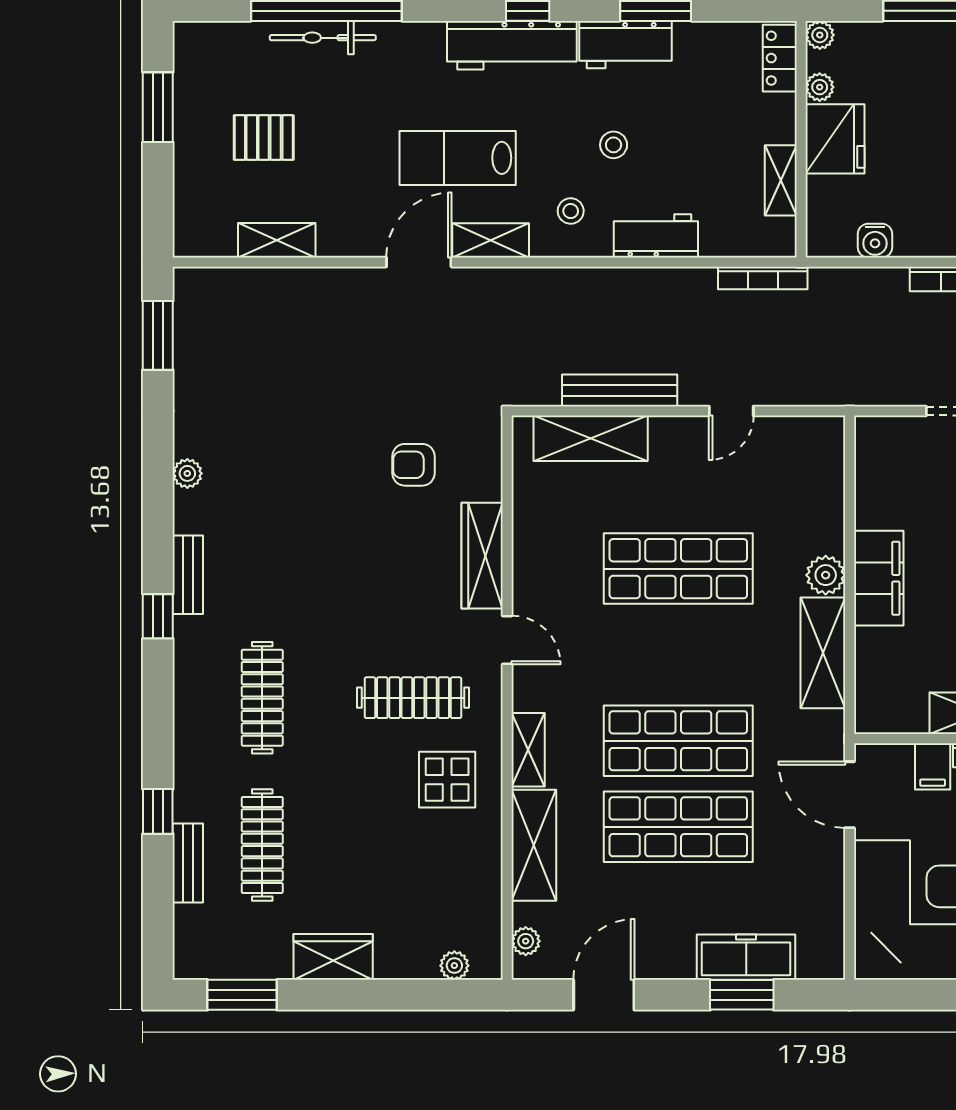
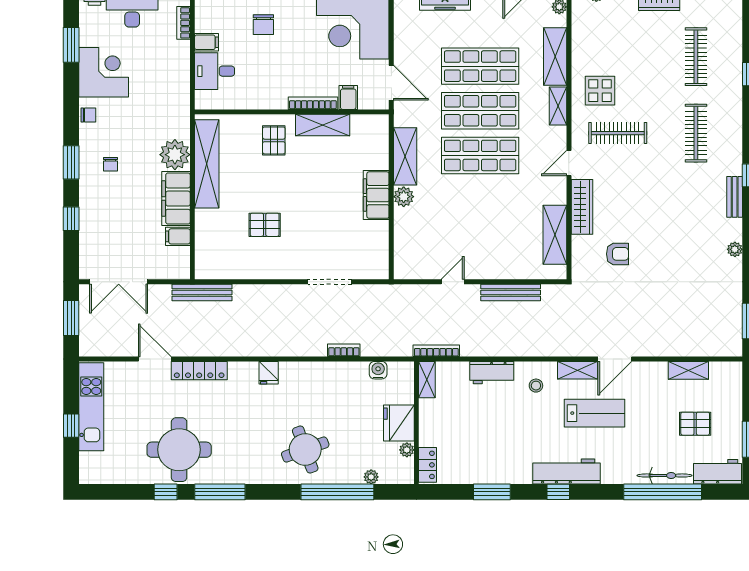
plant: (820, 35) -> (371, 477), moved
workbench: (626, 45) -> (717, 472), moved
stool: (614, 145) -> (514, 420), removed
shelving: (781, 180) -> (427, 380), moved
shelving: (591, 438) -> (555, 235), moved, turned 90
shop shelf: (678, 569) -> (480, 155), moved
door: (507, 640) -> (569, 163), hinge flipped
bench: (188, 863) -> (735, 47), removed

